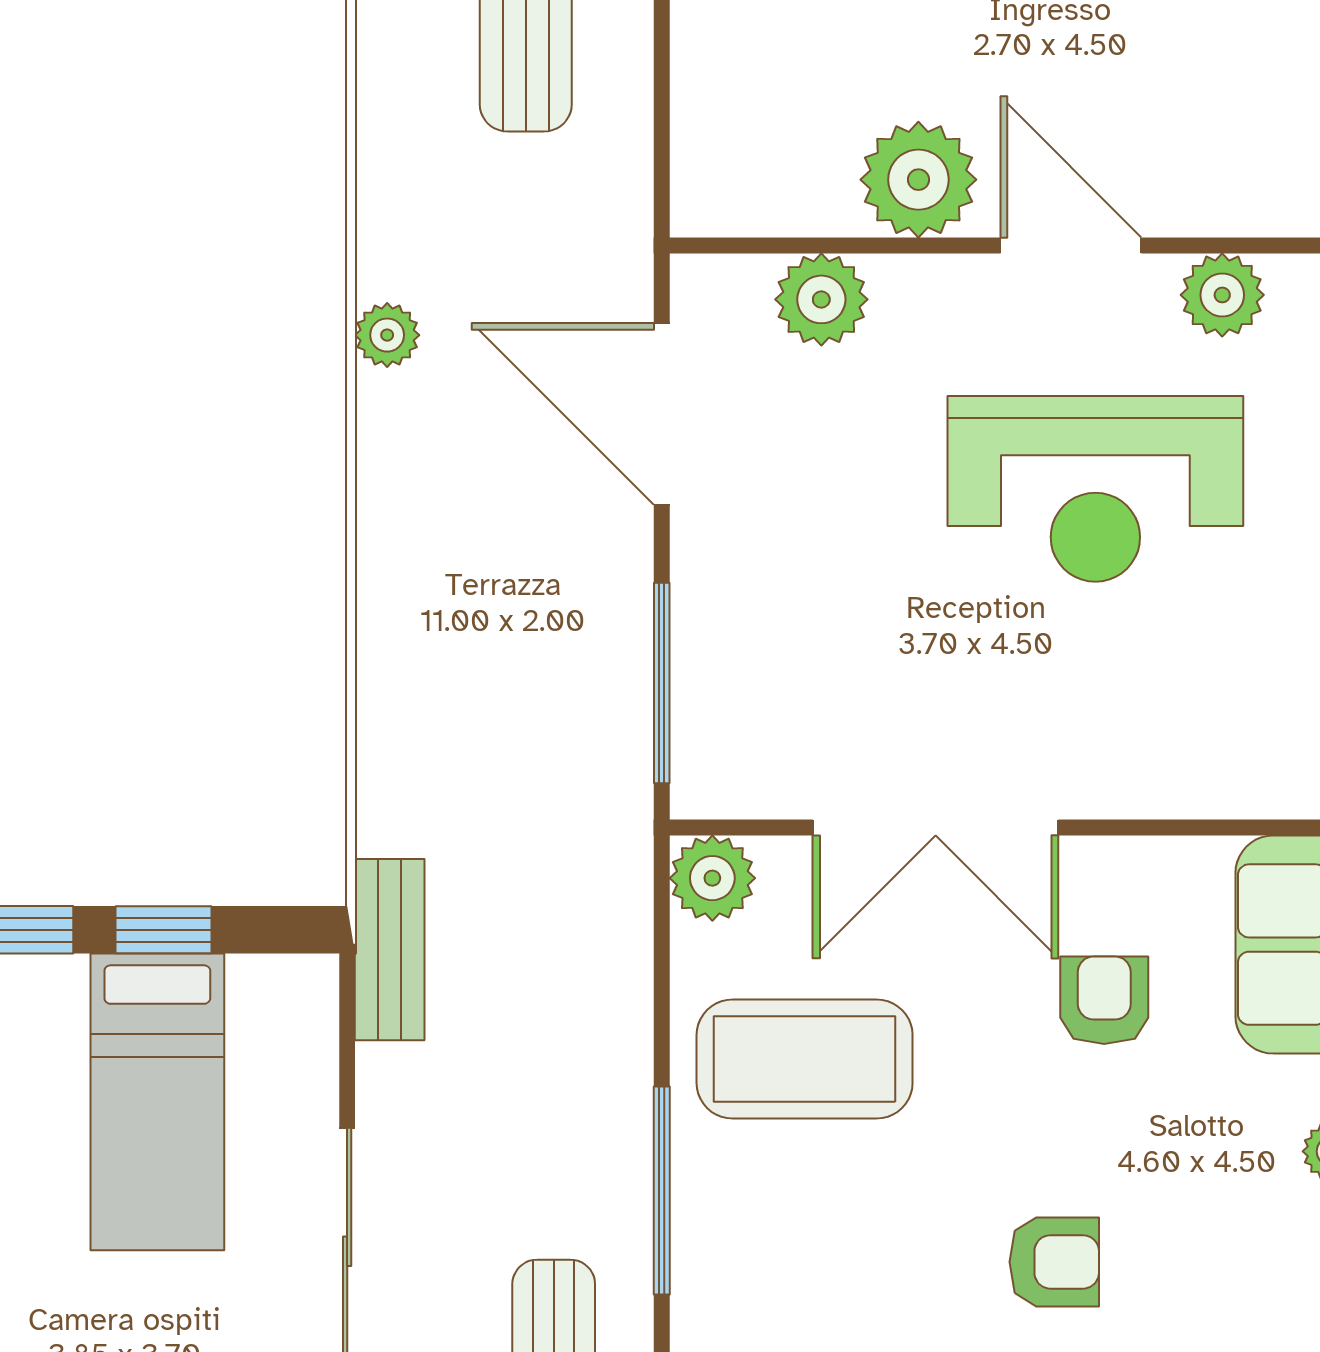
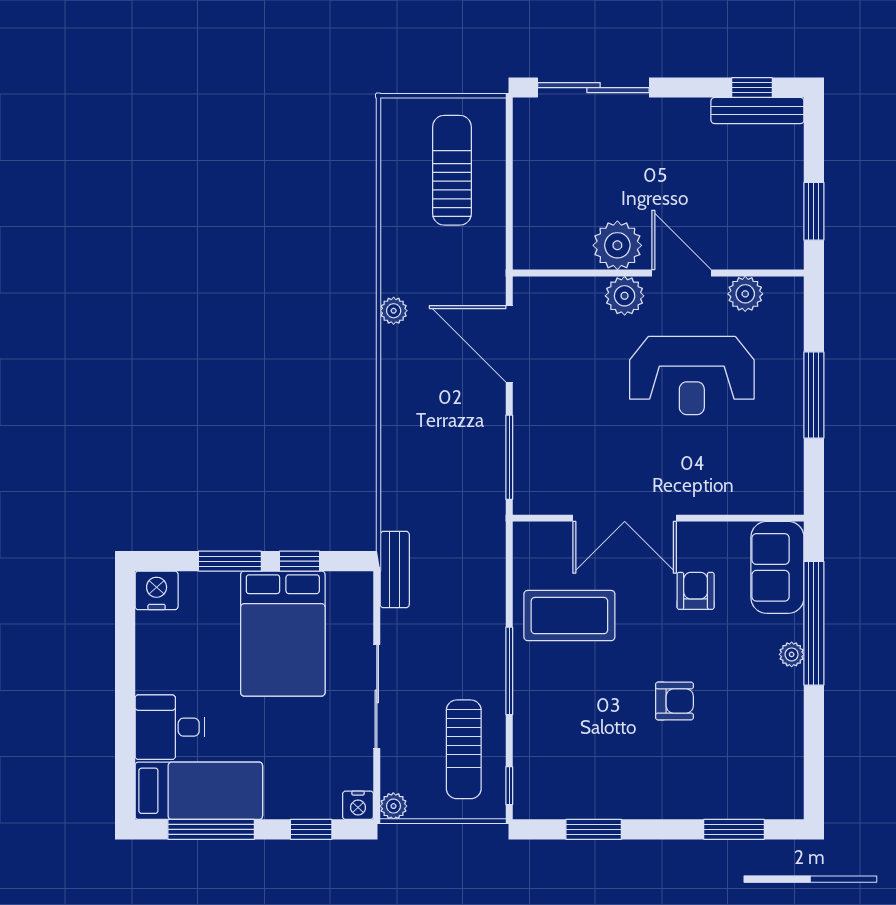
plant: (821, 299) -> (625, 296), moved
plant: (712, 878) -> (531, 539), removed
bed: (157, 1102) -> (283, 634), width x1.50

